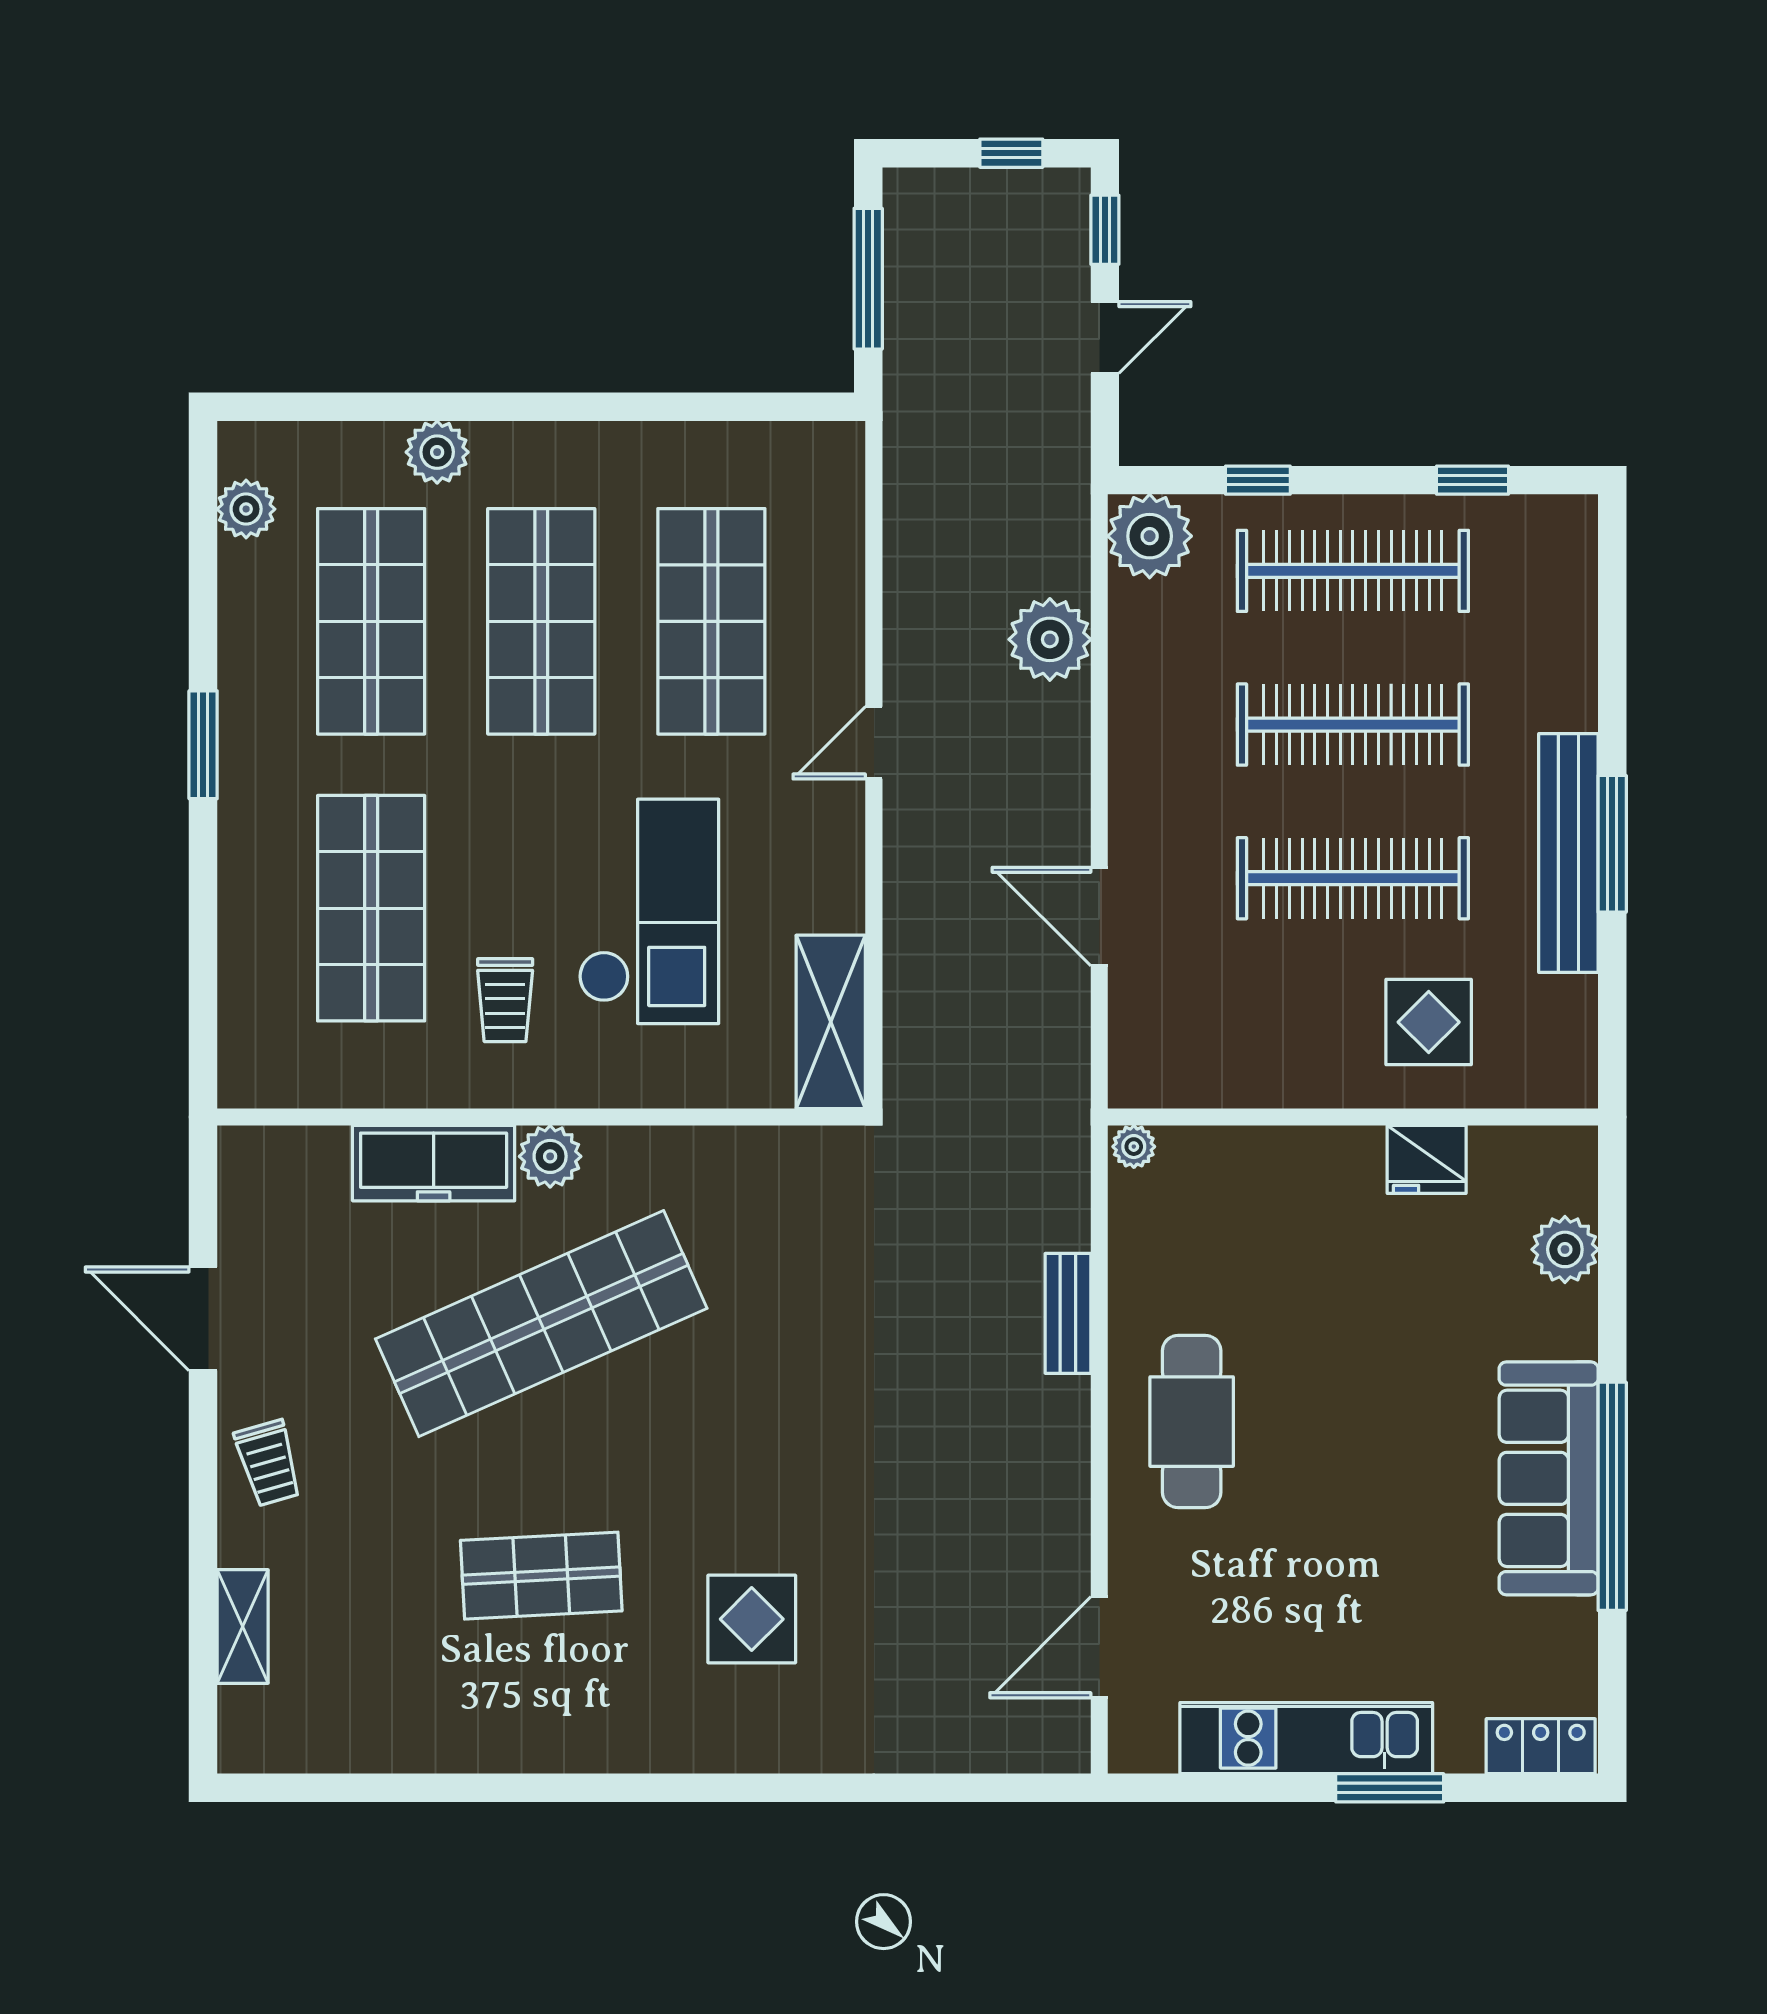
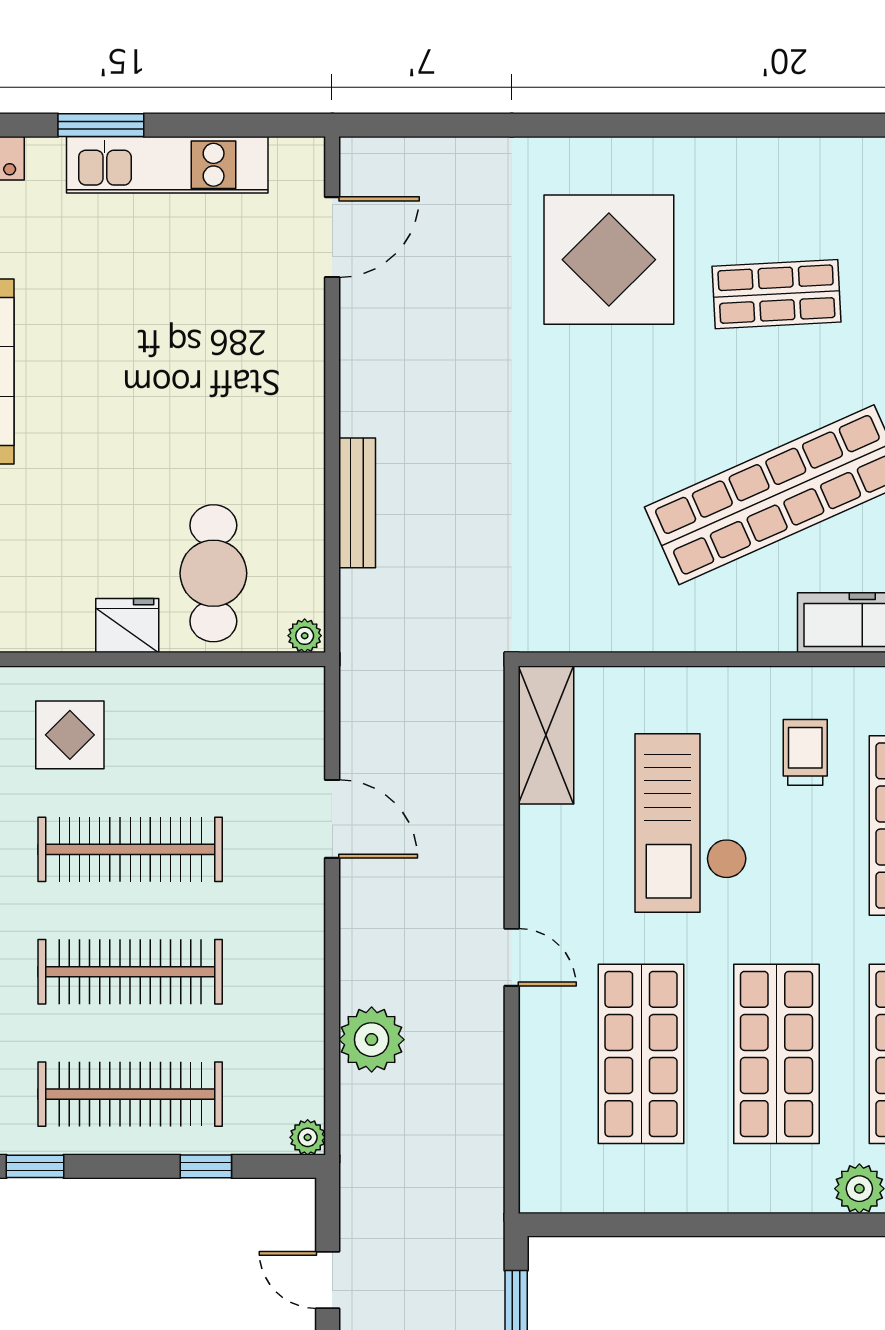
door: (1105, 337) -> (328, 1280), hinge flipped
plant: (1150, 536) -> (308, 1137), width x0.53, depth x0.53
door: (874, 743) -> (512, 957), hinge flipped
plant: (550, 1156) -> (769, 628), removed
fridge: (1427, 1159) -> (127, 625), moved
bench: (1068, 1313) -> (357, 503), width x1.36
cafe table: (1192, 1422) -> (213, 573), moved
display table: (752, 1619) -> (609, 260), width x1.86, depth x1.86

